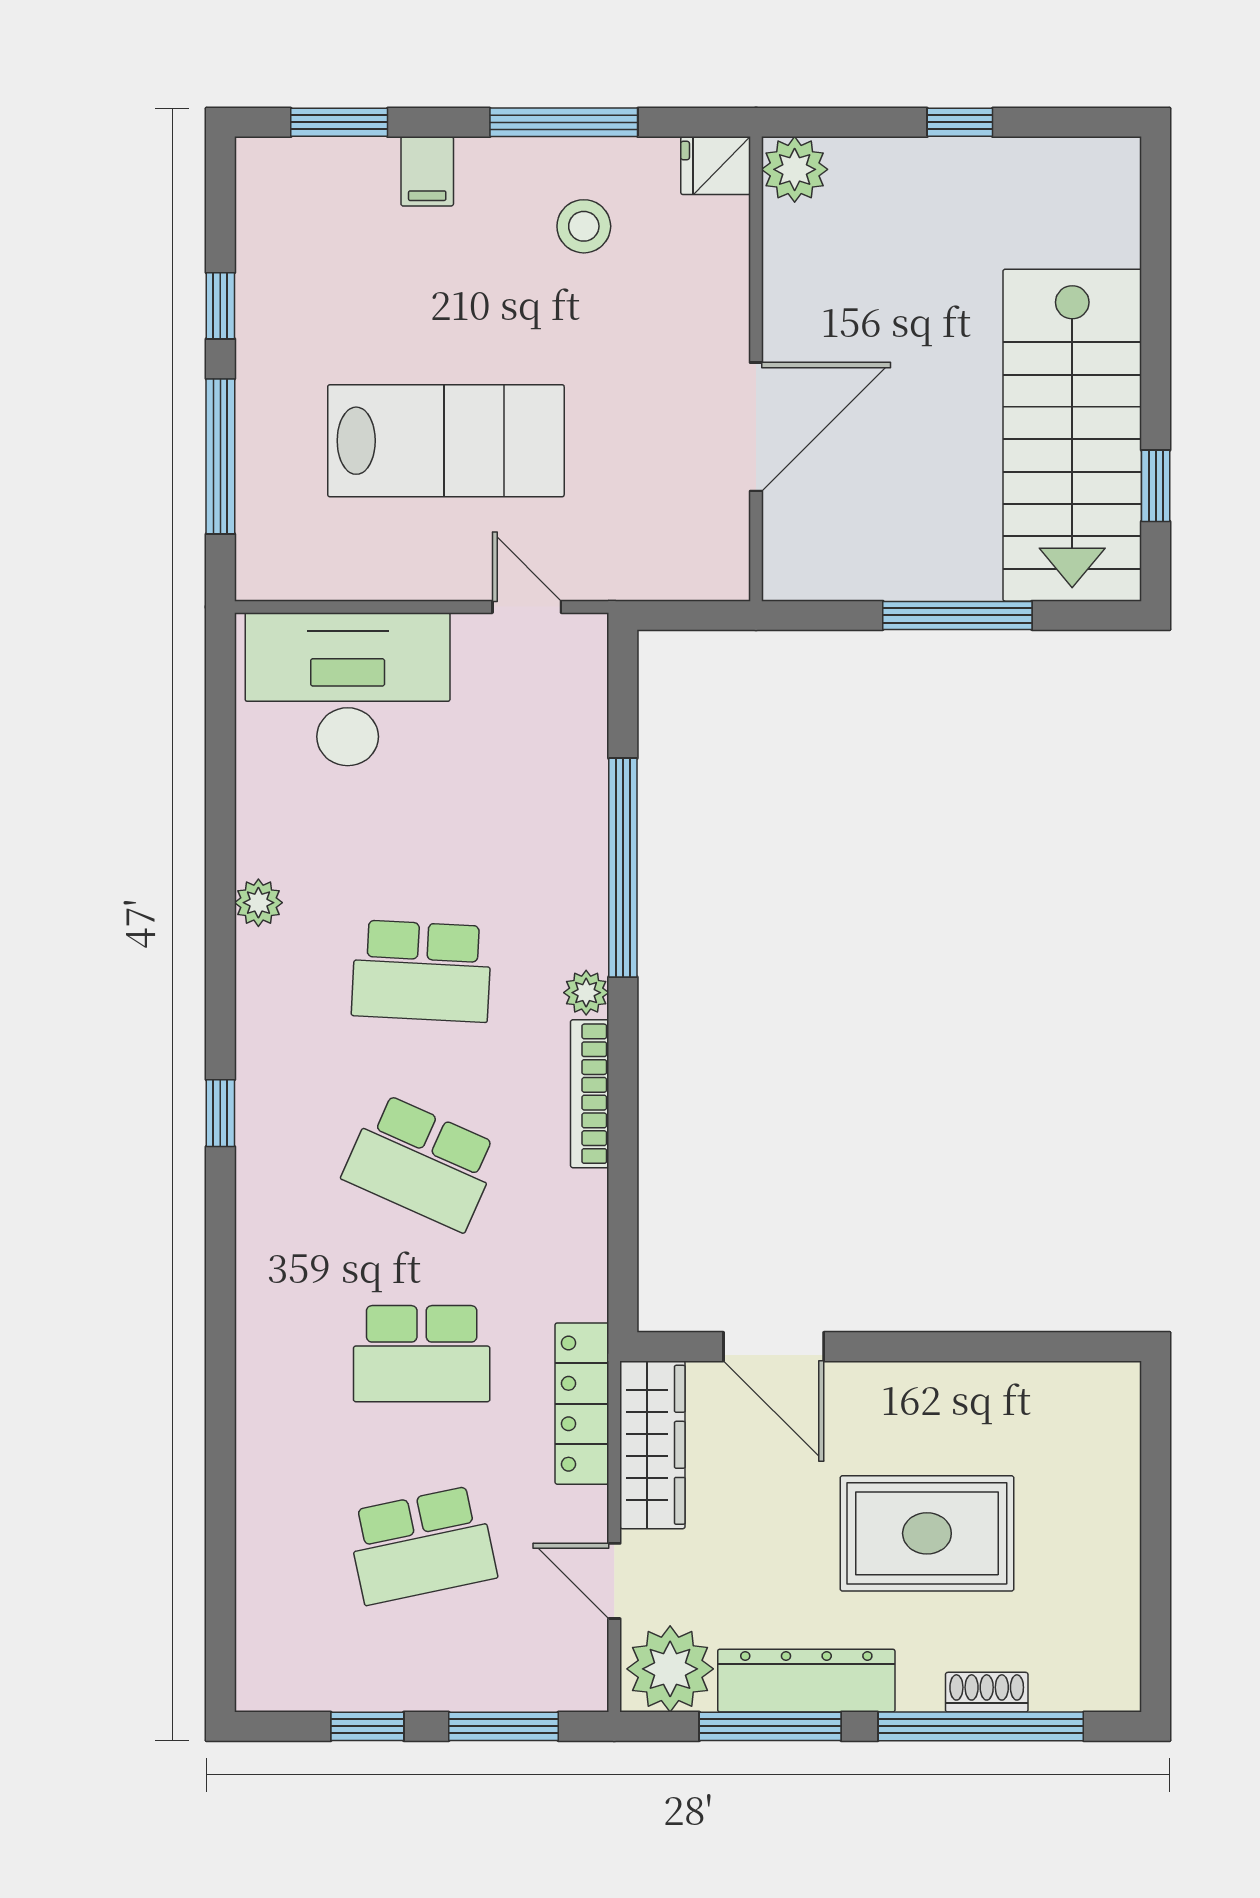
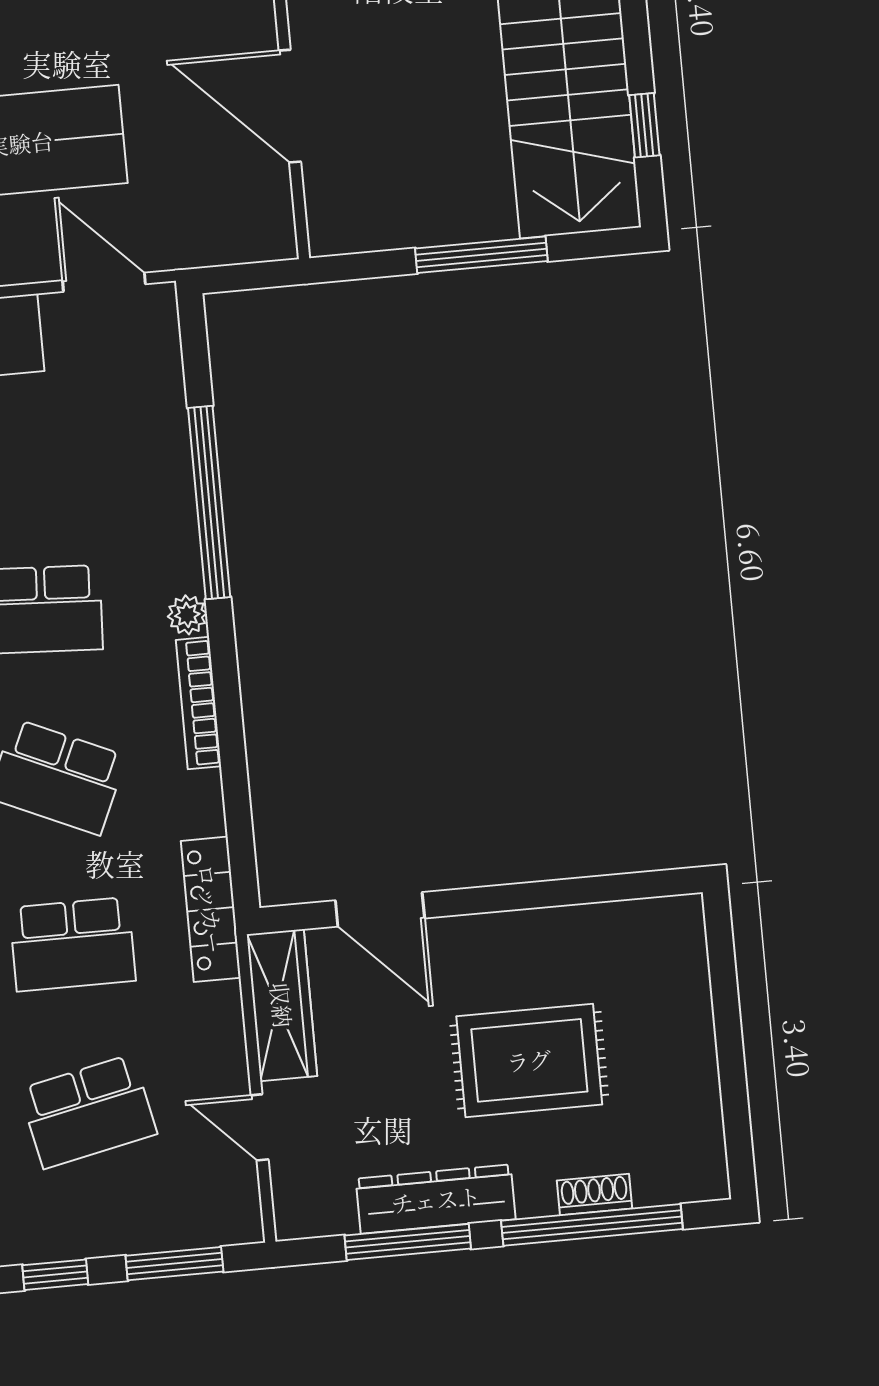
door: (756, 427) -> (290, 106), swing flipped
door: (527, 607) -> (104, 282), width x1.38
locker: (582, 1404) -> (211, 909), moved
plant: (670, 1669) -> (315, 1200), removed

